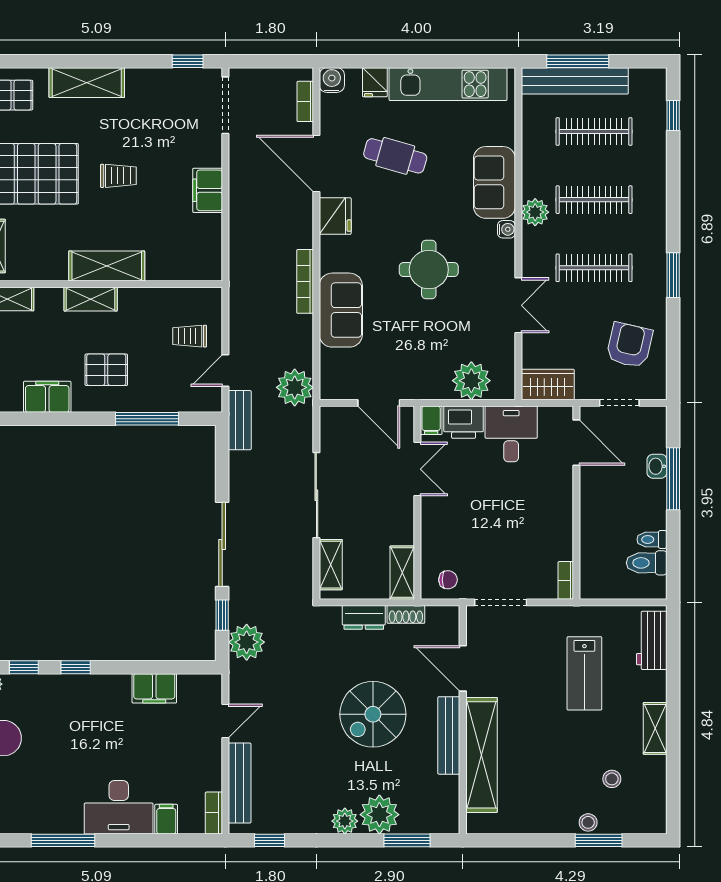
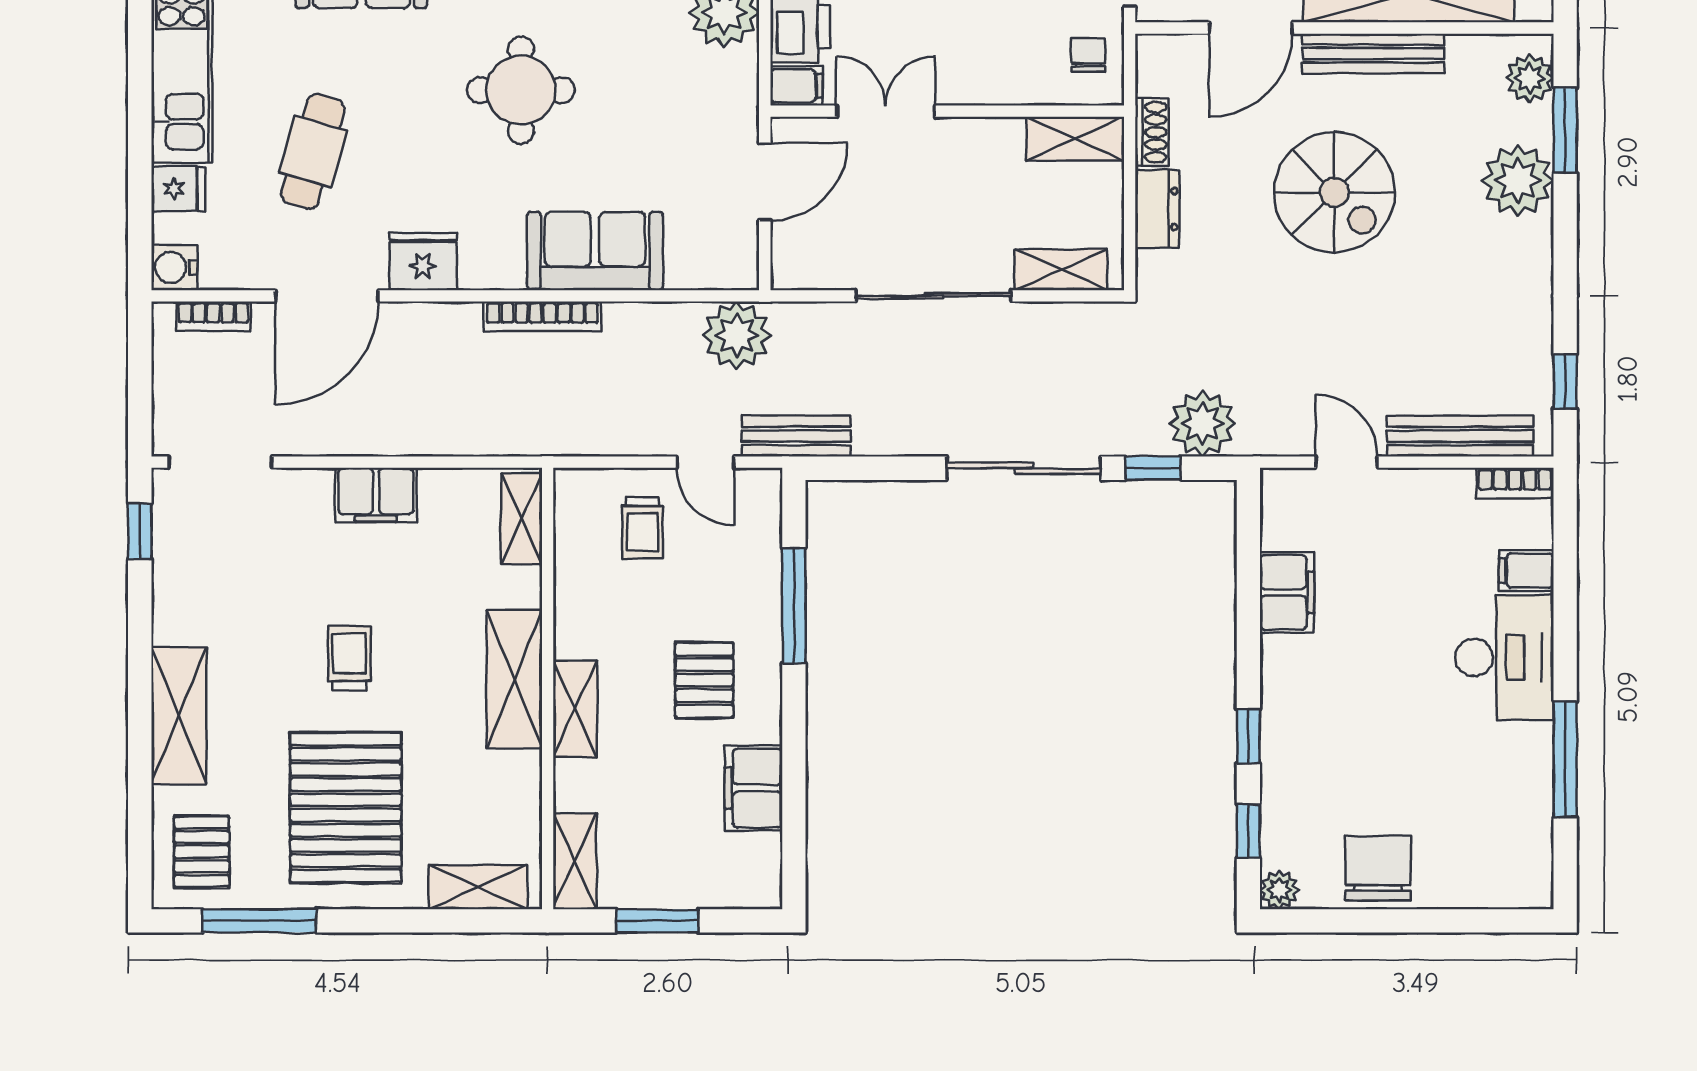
shelving: (195, 270) -> (522, 519), added
plant: (345, 821) -> (1530, 78), moved

